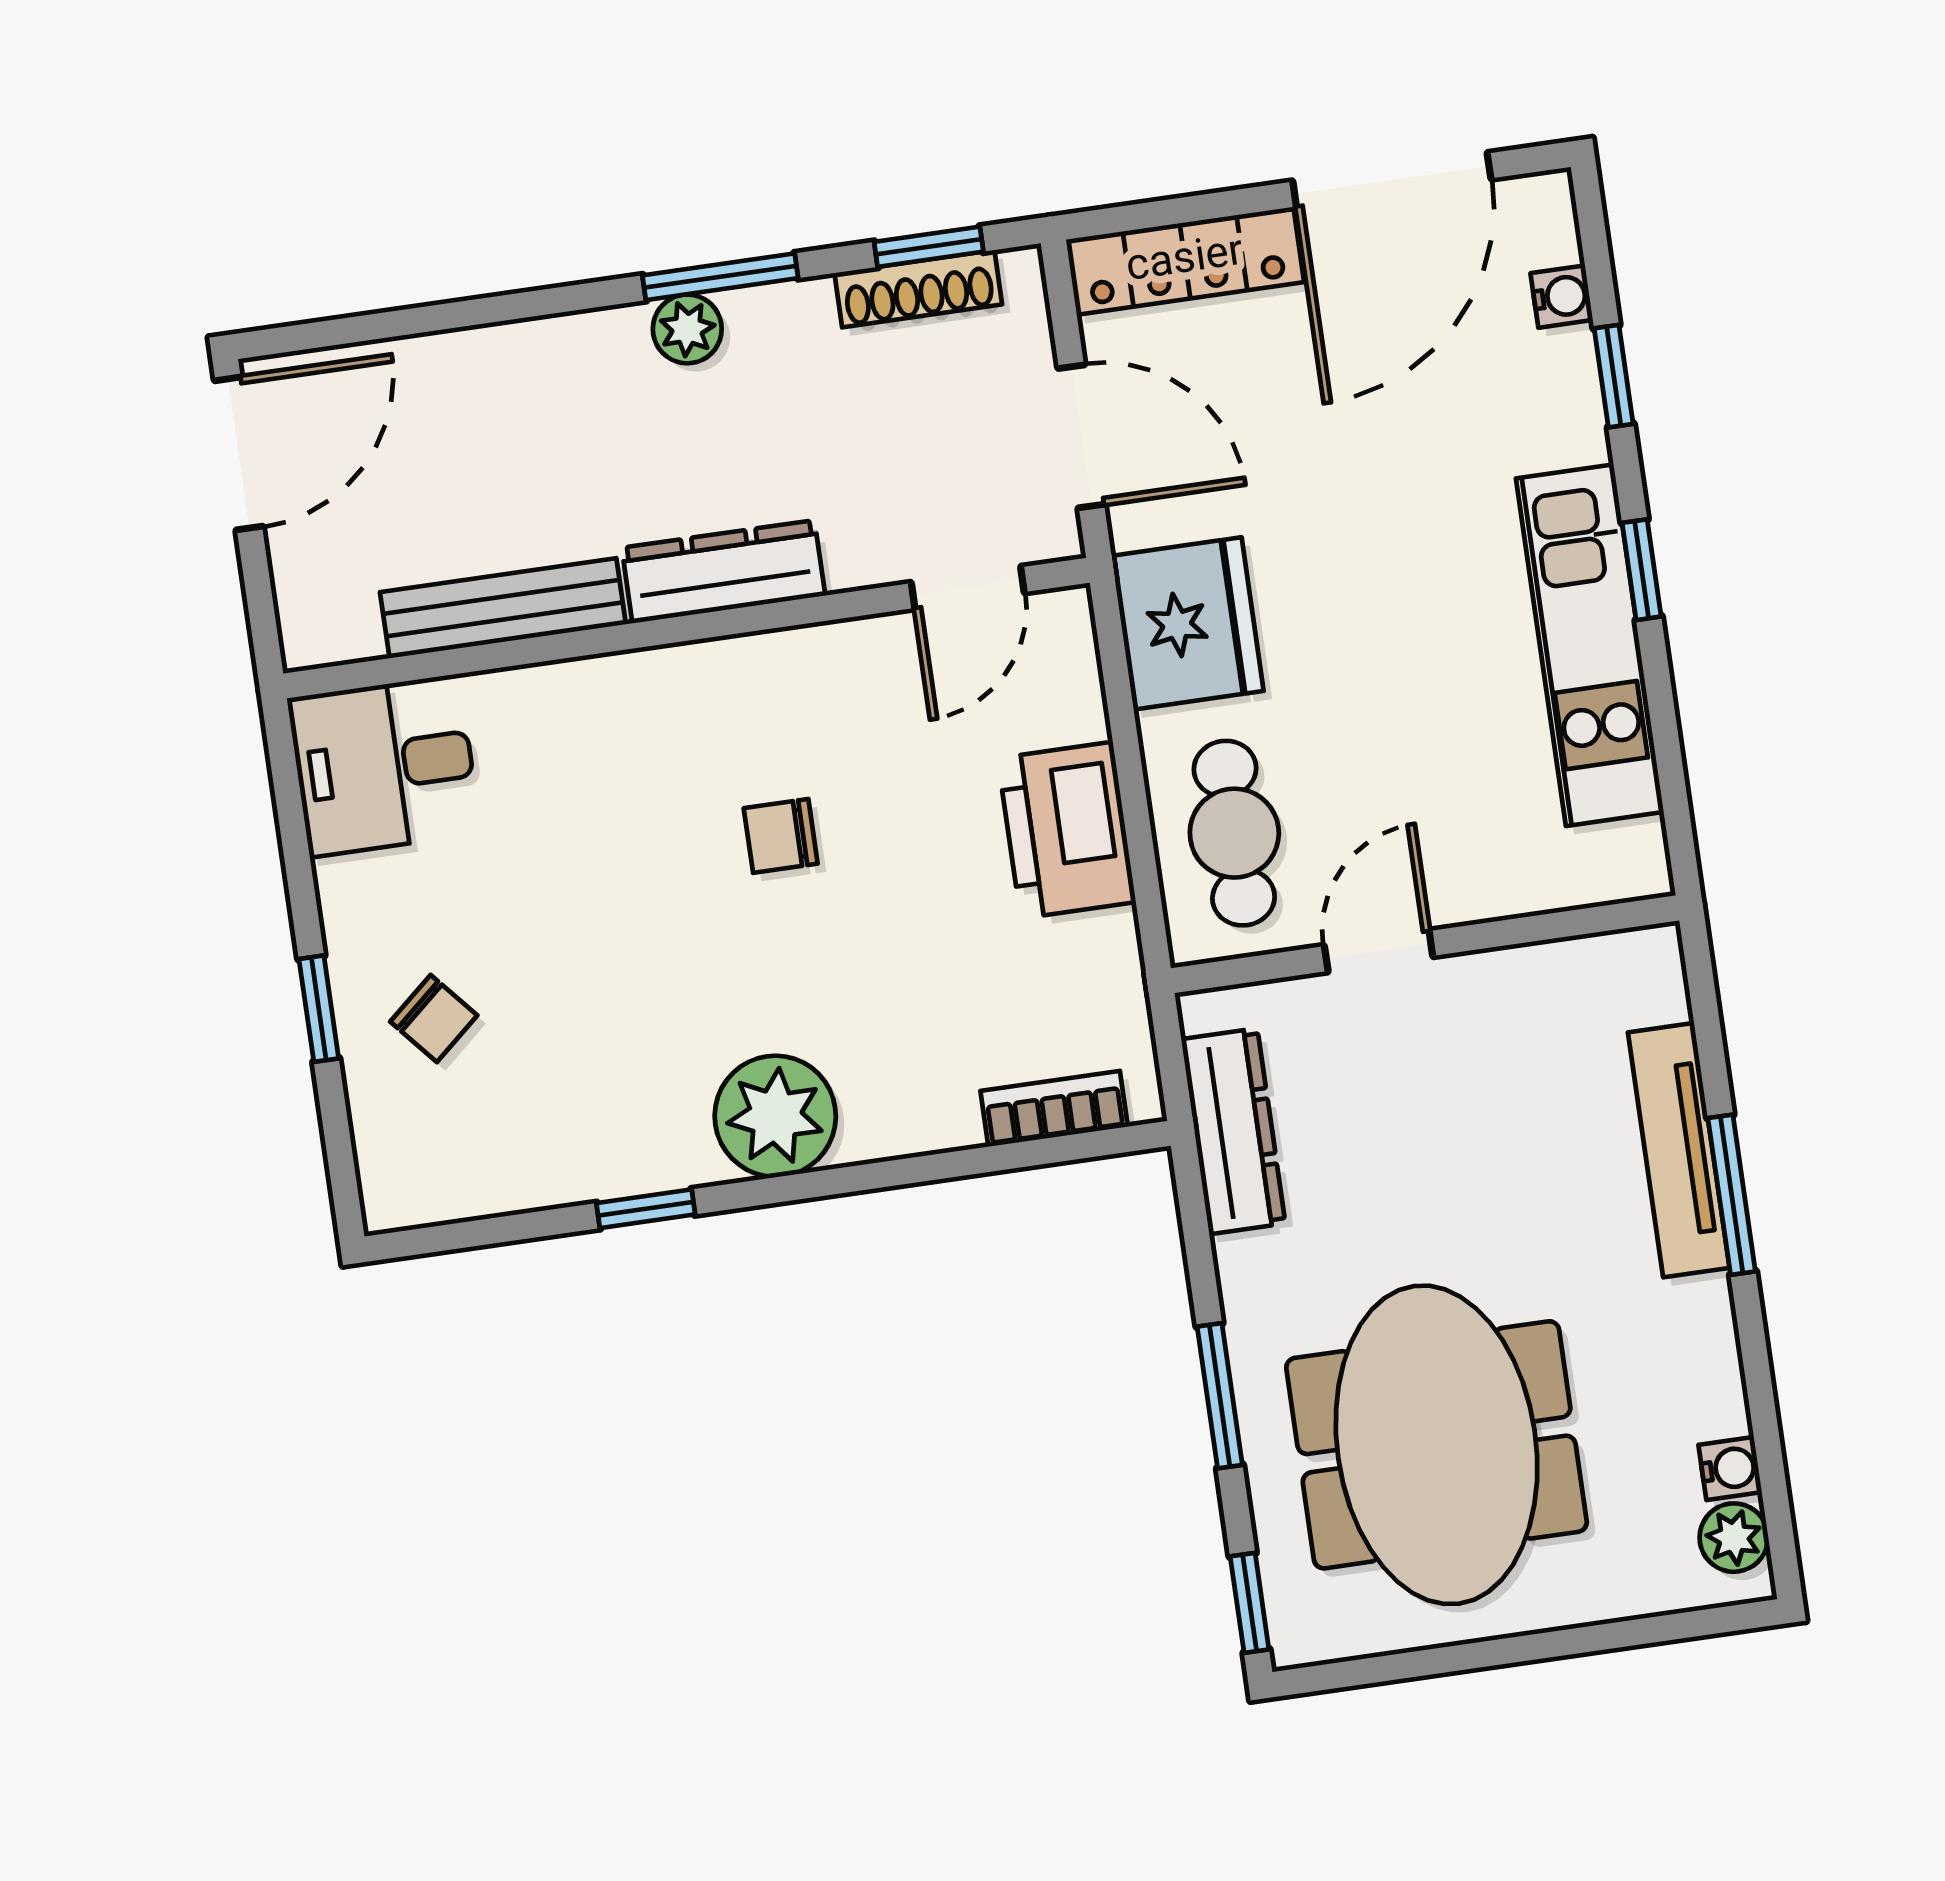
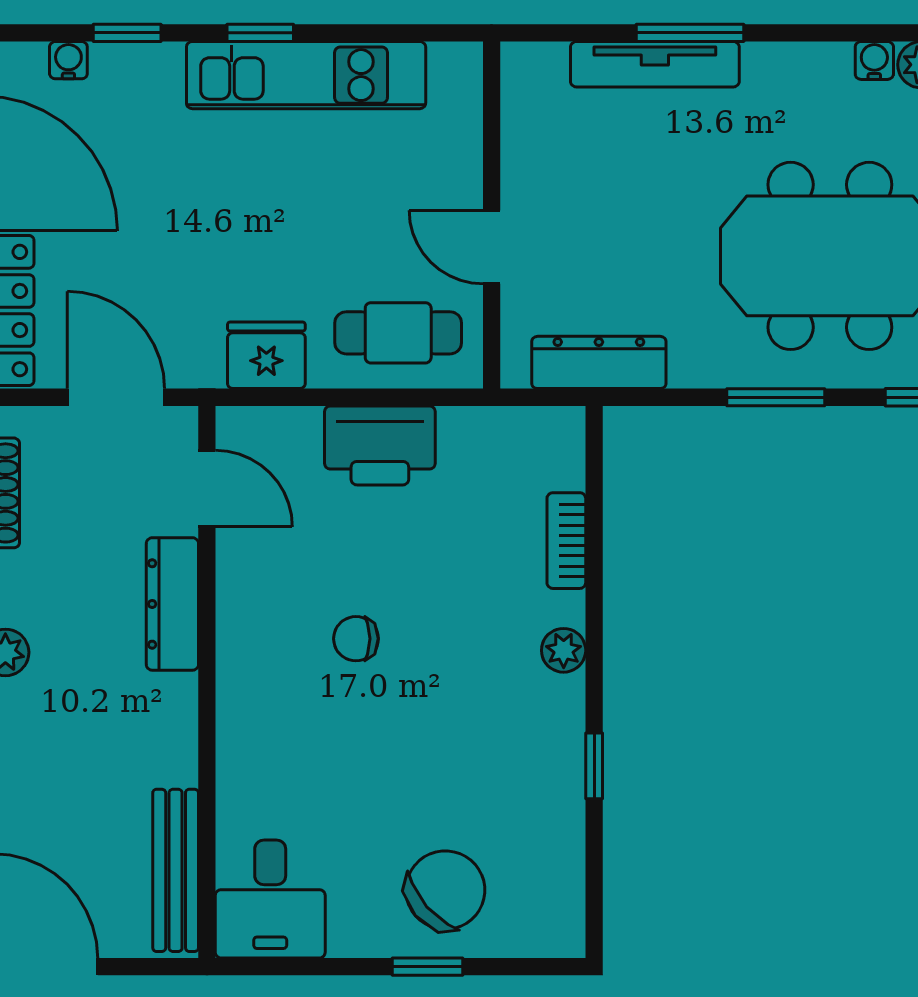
door: (1081, 436) -> (116, 397), hinge flipped
dresser: (723, 572) -> (172, 604), moved
bench: (503, 608) -> (176, 870), moved
fridge: (1188, 623) -> (266, 355), width x0.73, depth x0.75
chair: (781, 836) -> (356, 639), turned 90
chair: (434, 1019) -> (445, 890), width x1.87, depth x1.87
bookcase: (1054, 1109) -> (566, 541), moved
plant: (775, 1116) -> (564, 650), width x0.53, depth x0.53

